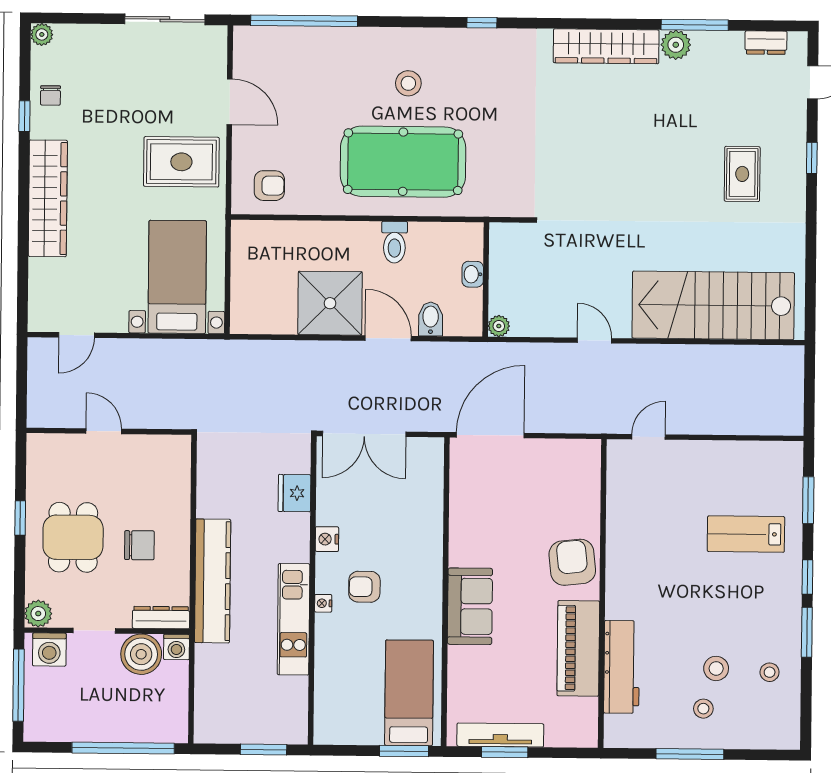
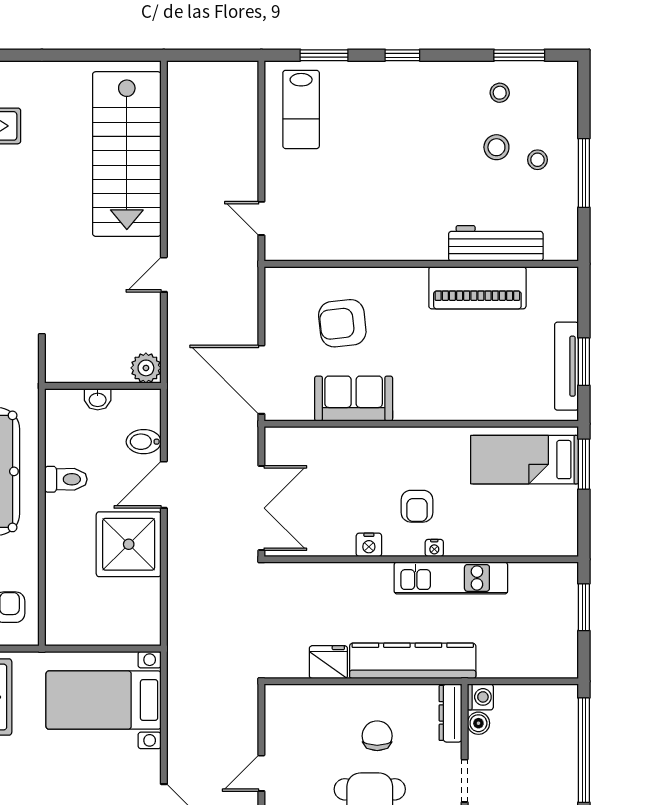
plant: (499, 326) -> (146, 368), width x1.38, depth x1.38
fridge: (294, 493) -> (328, 662), moved, turned 180
lab bench: (746, 534) -> (301, 109), moved
armchair: (572, 562) -> (342, 323), moved
sofa: (470, 606) -> (354, 399), moved
window: (807, 632) -> (519, 55), moved
boiler: (141, 654) -> (478, 723), width x0.54, depth x0.54

